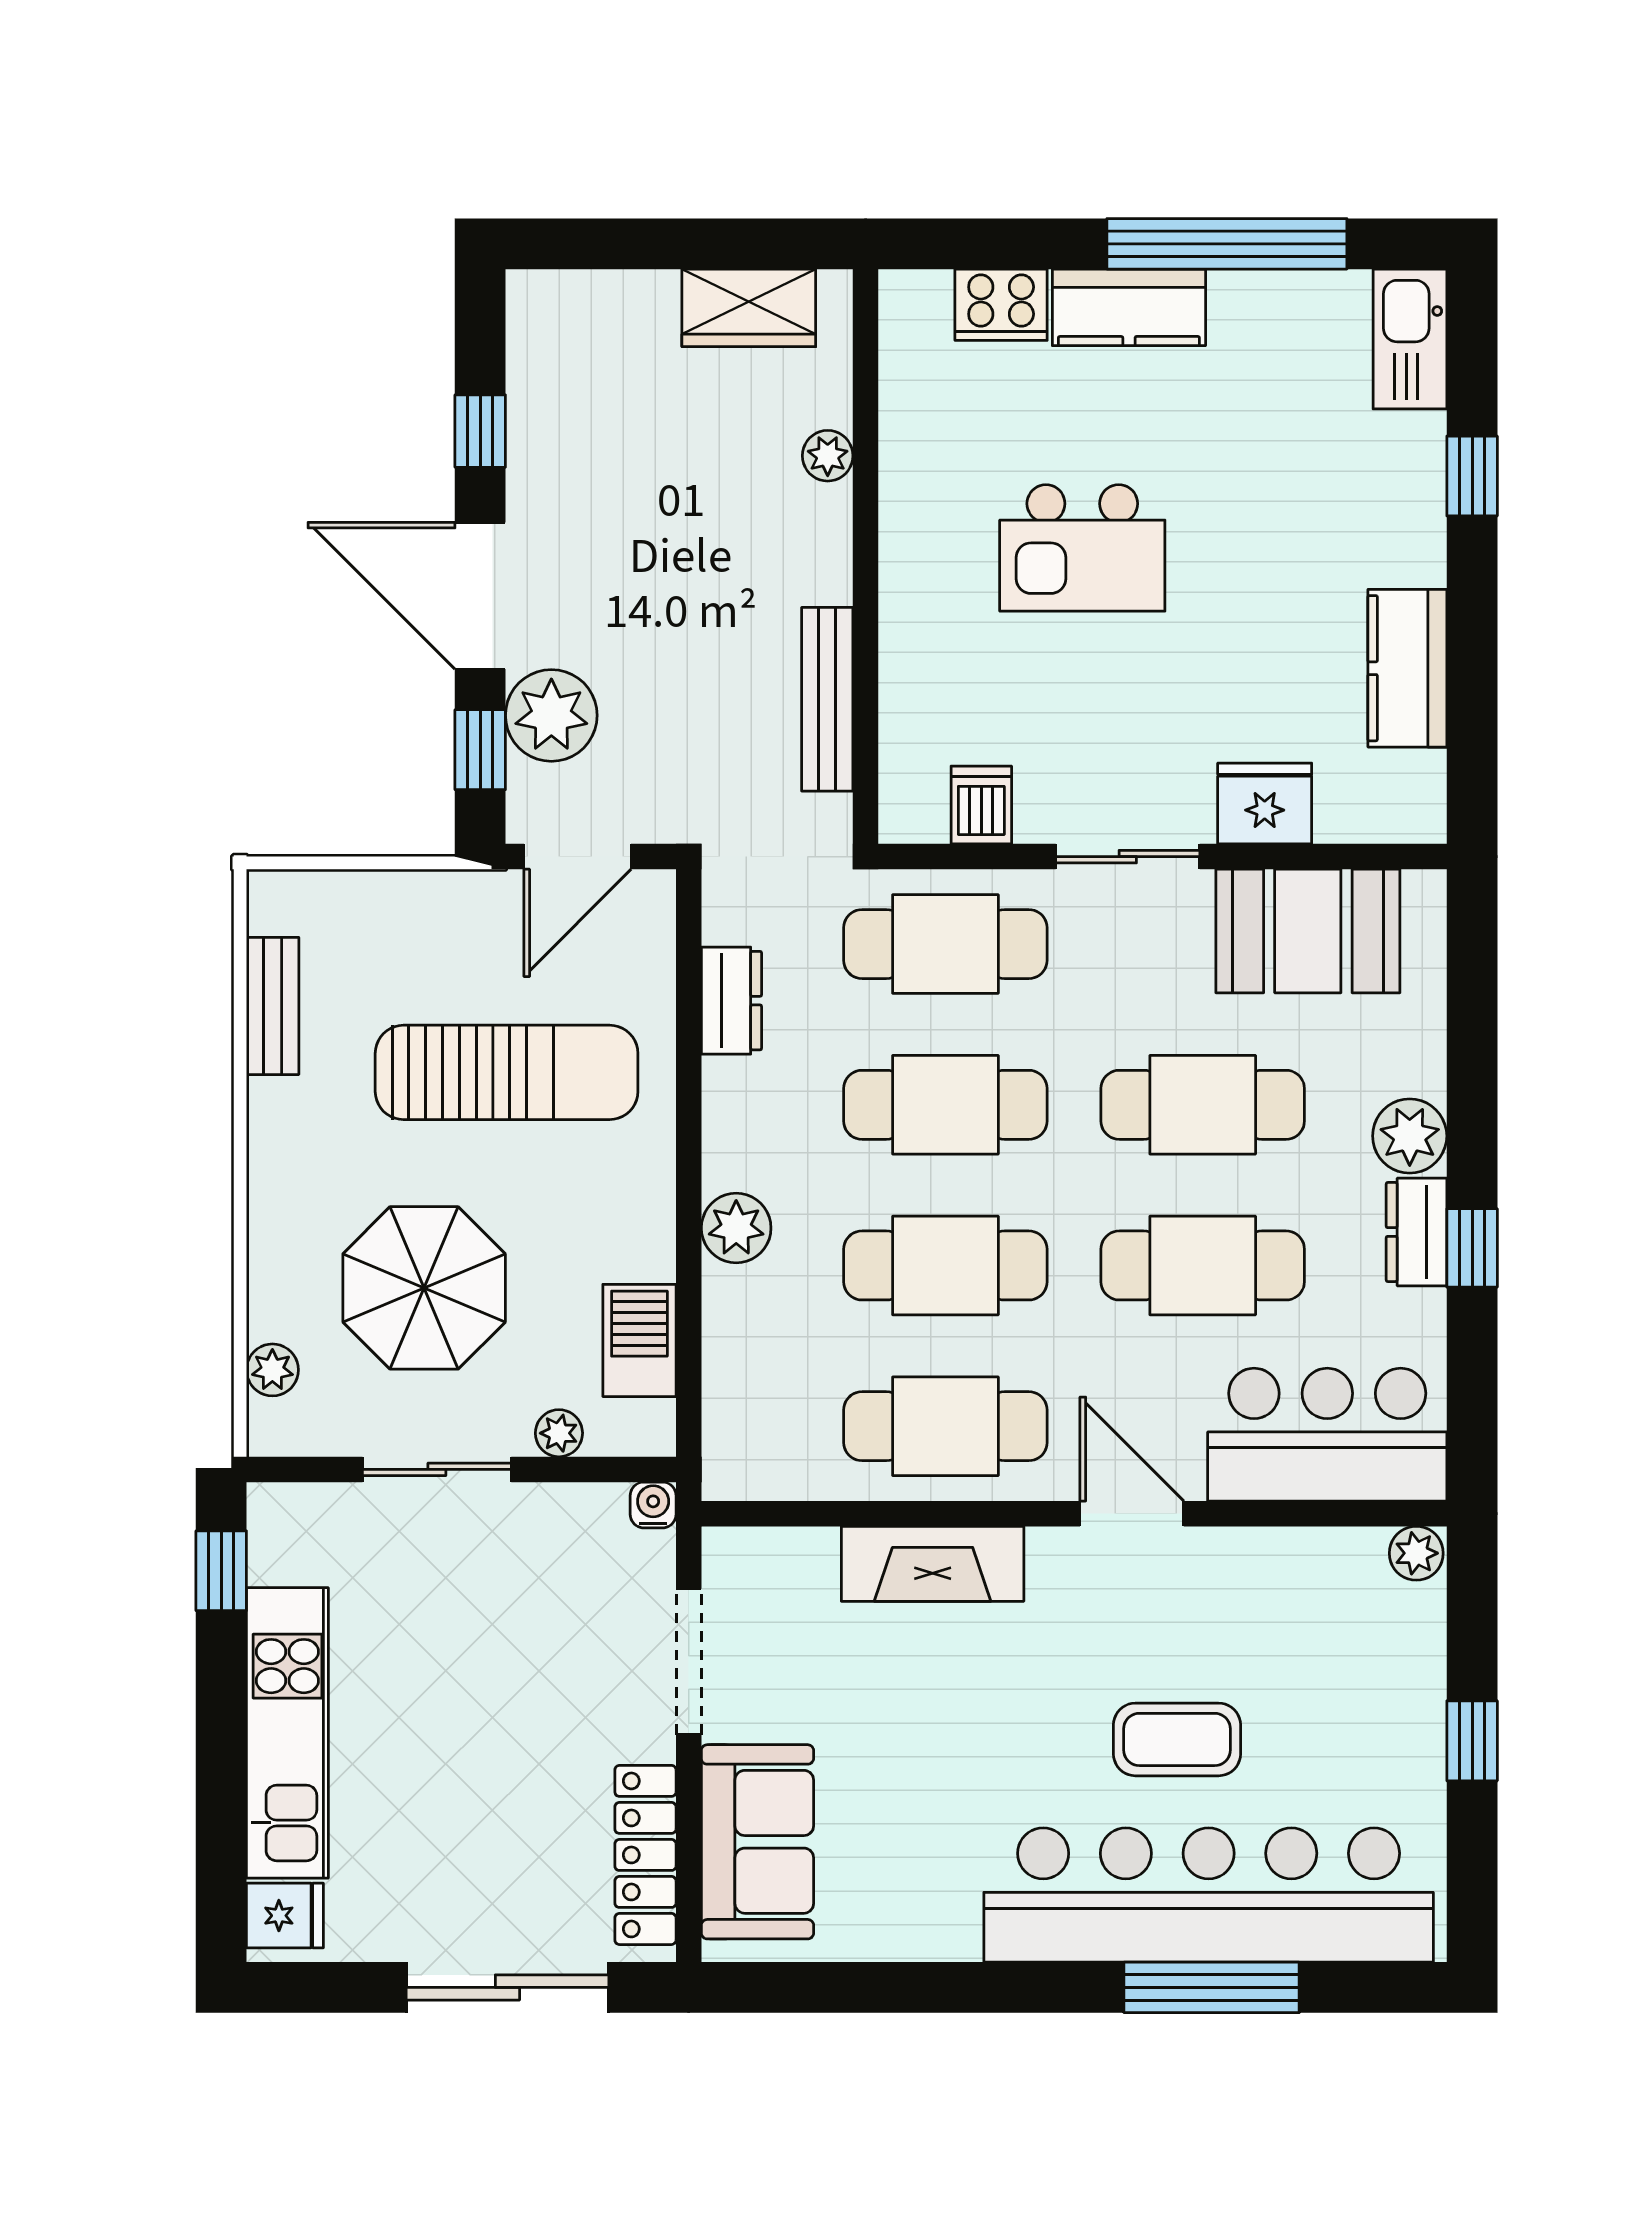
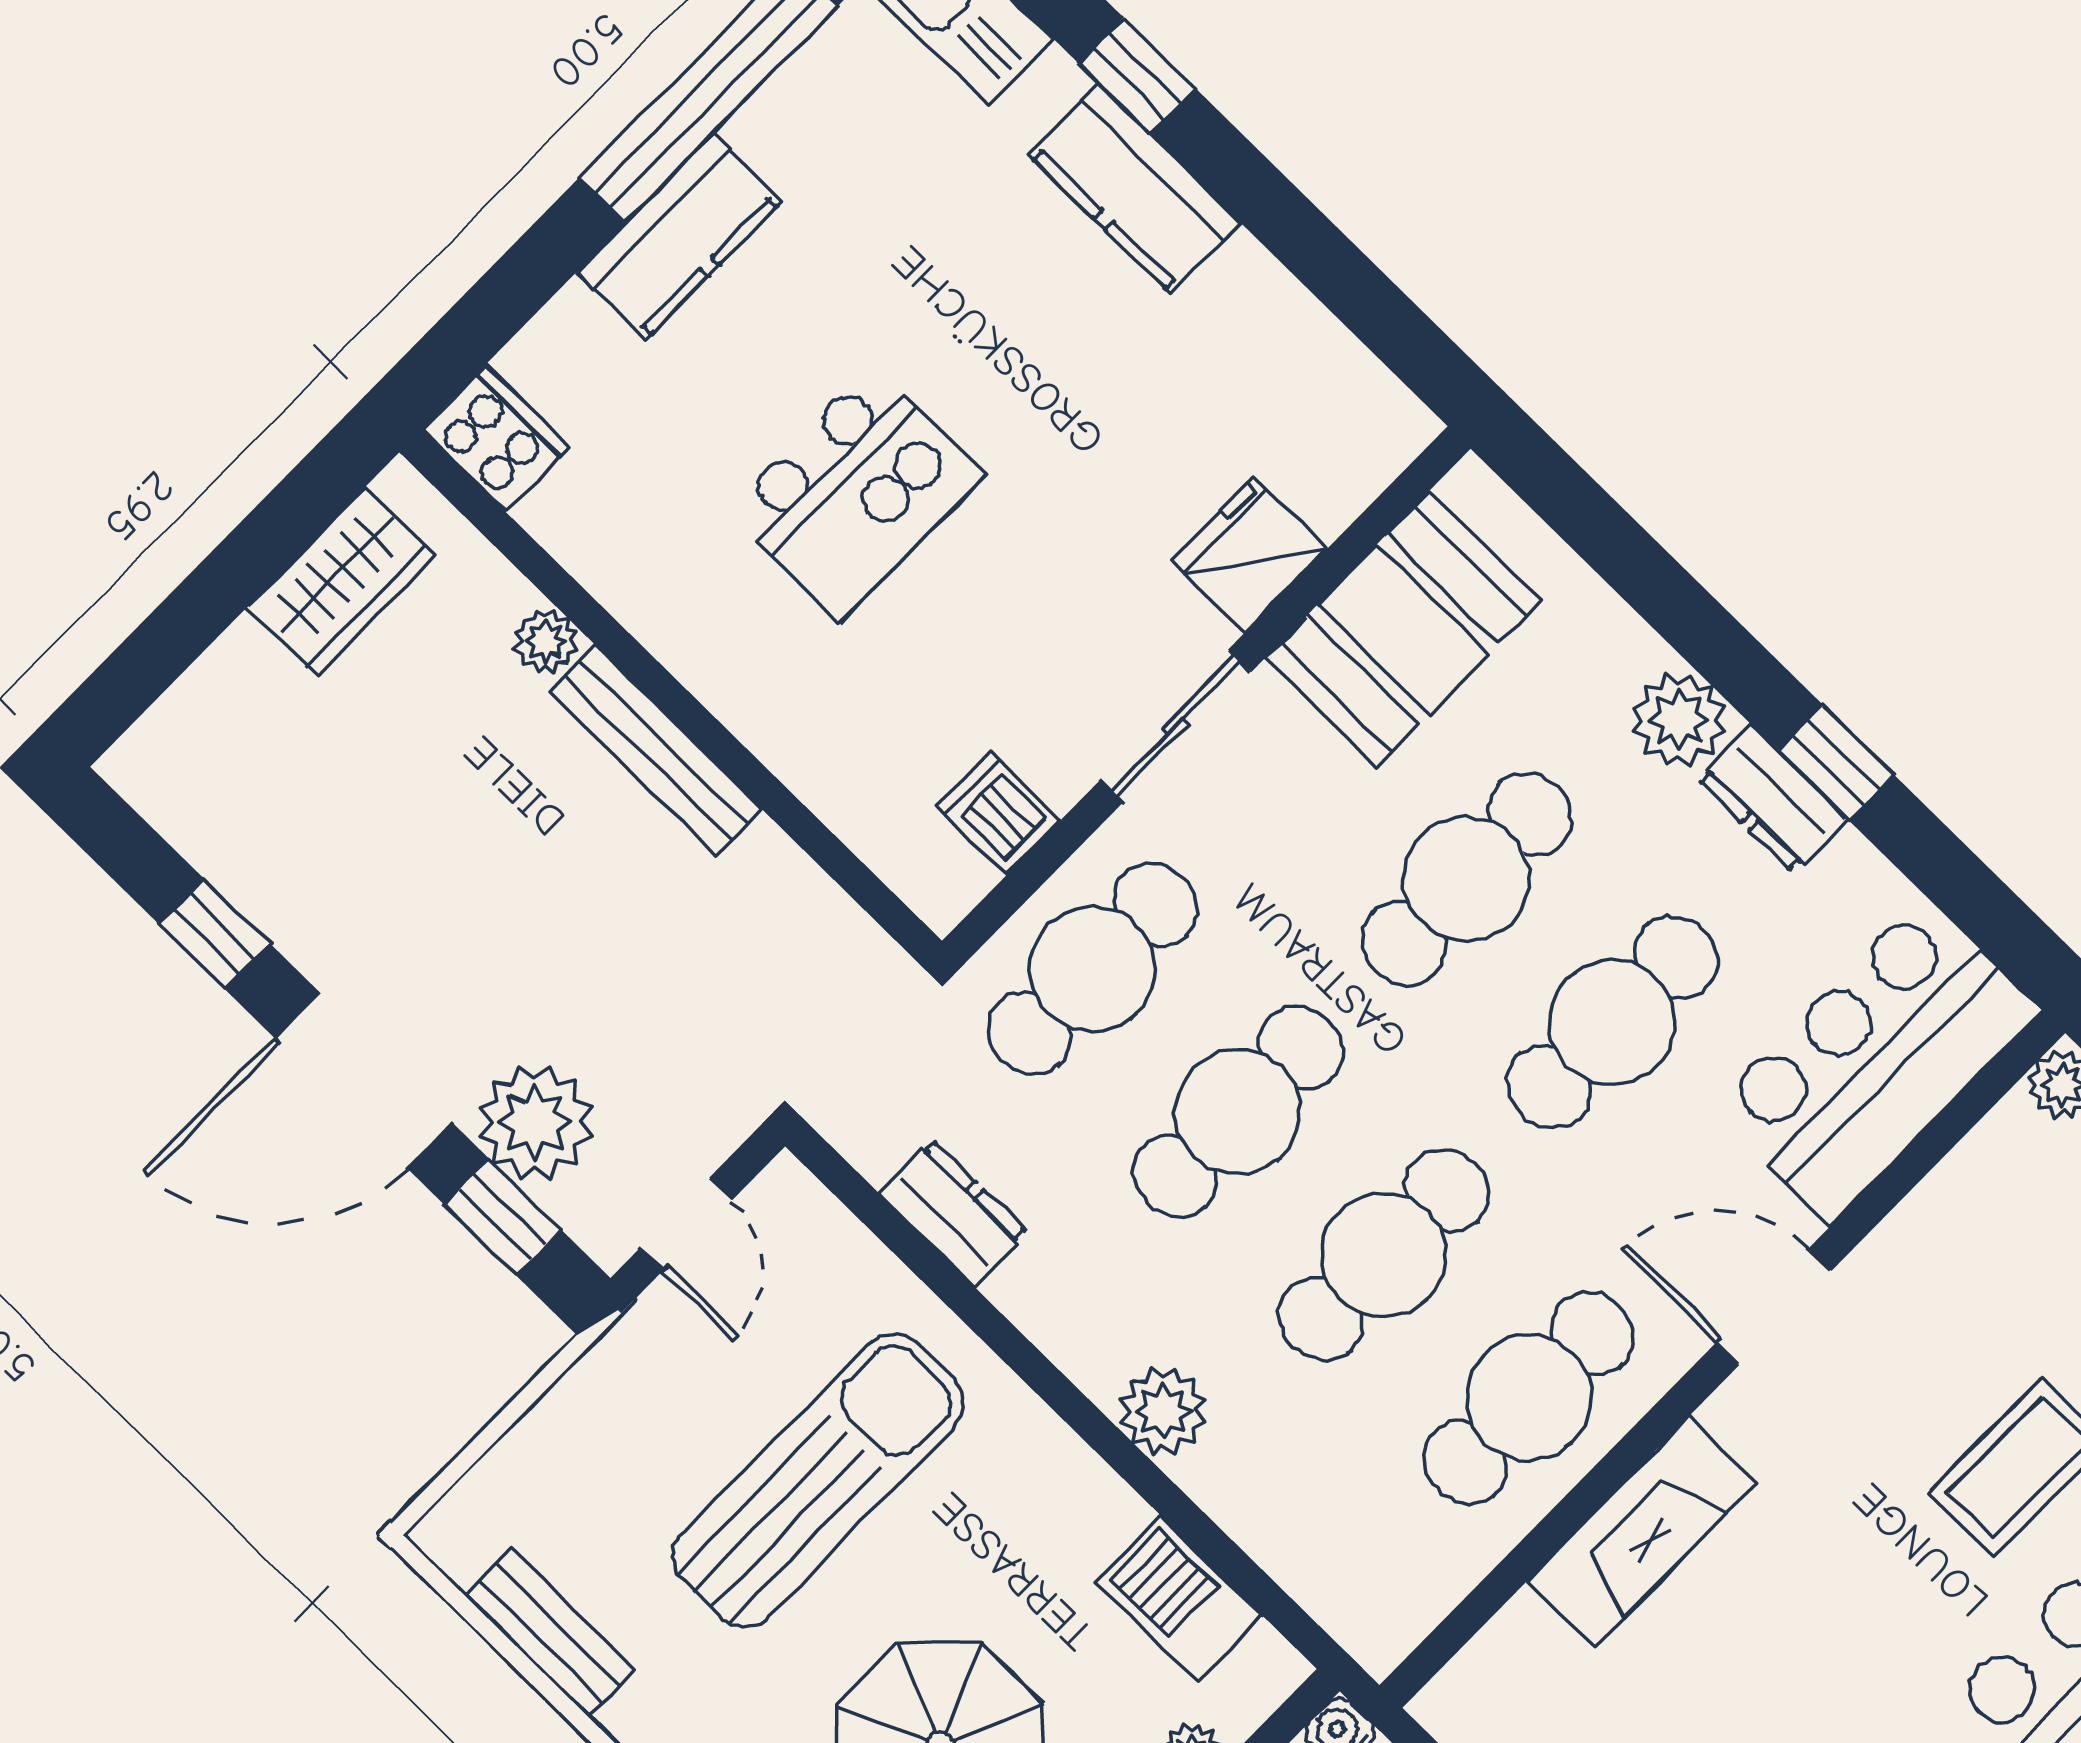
cooker: (1001, 305) -> (495, 438), moved, turned -90
kitchen counter: (1407, 668) -> (1135, 188), moved
bench: (827, 699) -> (656, 750), moved
door: (578, 857) -> (686, 1224), width x0.73

